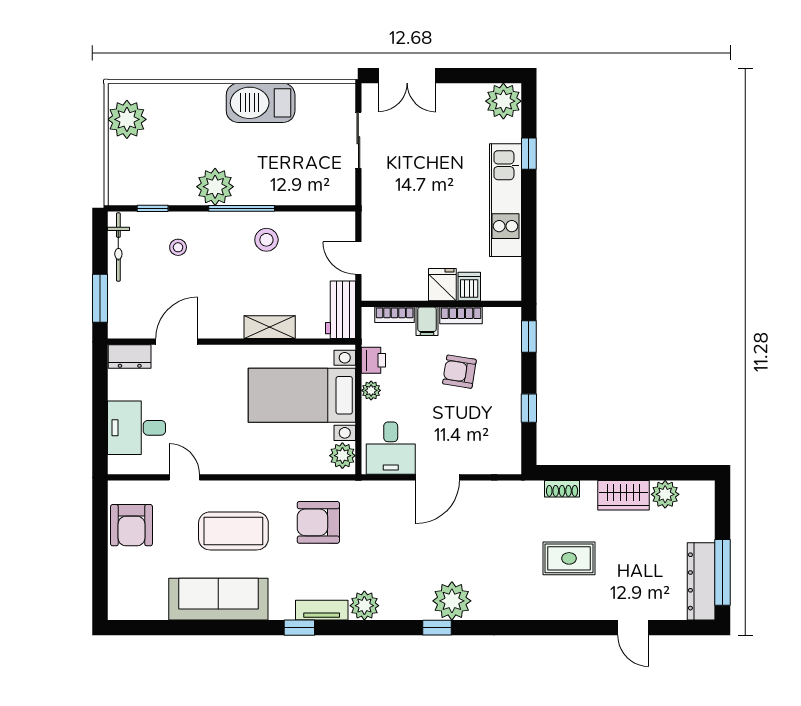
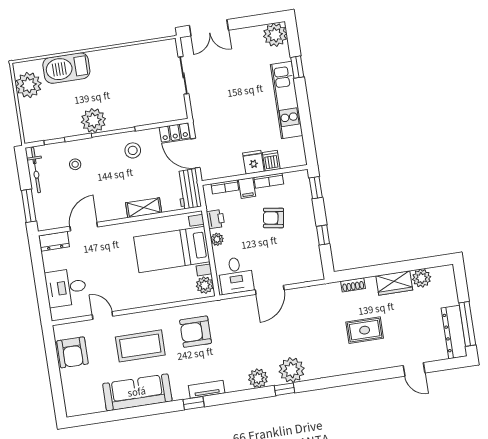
barbecue: (261, 103) -> (66, 68), moved
locker: (333, 223) -> (175, 133), added
door: (358, 258) -> (195, 153), width x1.38
plant: (364, 606) -> (258, 378), moved

